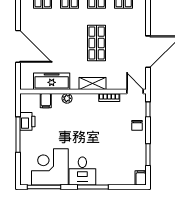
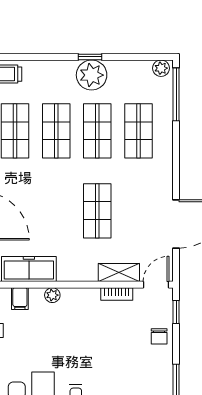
shelving: (93, 83) -> (119, 272), moved
door: (135, 91) -> (156, 285), hinge flipped

